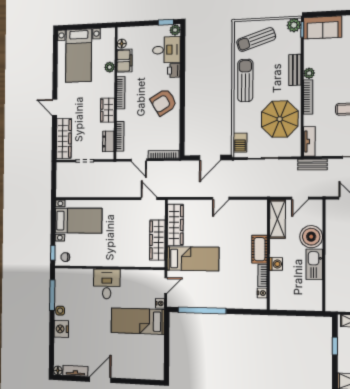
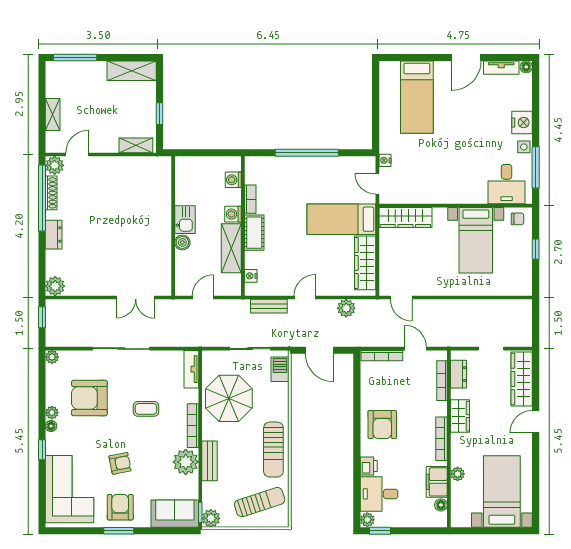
plant: (309, 73) -> (186, 462), width x1.88, depth x1.88
armchair: (164, 102) -> (382, 425), turned 121
door: (55, 107) -> (536, 422), swing flipped
door: (210, 158) -> (319, 350), swing flipped
bench: (312, 165) -> (269, 306), moved
plant: (190, 190) -> (346, 308), added
shelving: (278, 219) -> (231, 248), moved
bed with nightstands: (78, 221) -> (476, 240), moved, turned -90
boiler: (311, 237) -> (182, 242), width x0.54, depth x0.54
wardrobe: (157, 240) -> (405, 217), moved, turned 90
window: (53, 253) -> (536, 249), moved
kitchen sink: (314, 264) -> (185, 220), width x0.73
desk: (107, 284) -> (507, 184), moved
door: (166, 285) -> (377, 184), hinge flipped
washing machine: (276, 291) -> (233, 180), added
nightstand: (262, 293) -> (251, 276), moved
window: (202, 310) -> (307, 153), moved
bed: (138, 321) -> (417, 97), moved, turned 90

